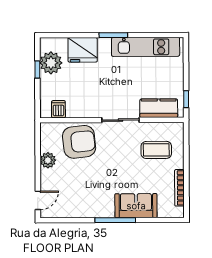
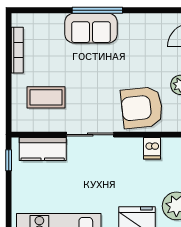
dishwasher: (58, 109) -> (152, 148), moved
sofa: (136, 206) -> (91, 28), moved

